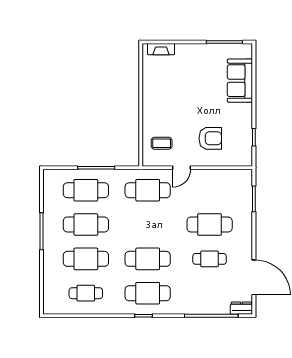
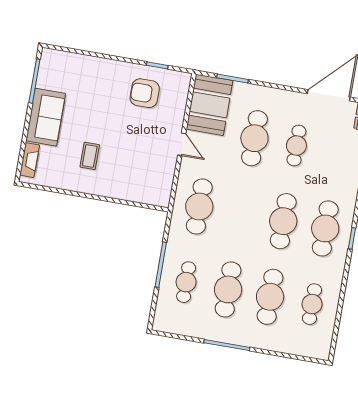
sofa: (240, 81) -> (46, 117), moved, turned -90
armchair: (210, 138) -> (145, 93), moved, turned -90
coffee table: (162, 143) -> (90, 156), moved
door: (181, 168) -> (182, 144), moved
booth: (230, 184) -> (210, 105), added
cafe table: (86, 190) -> (186, 282), width x0.73, depth x0.74

